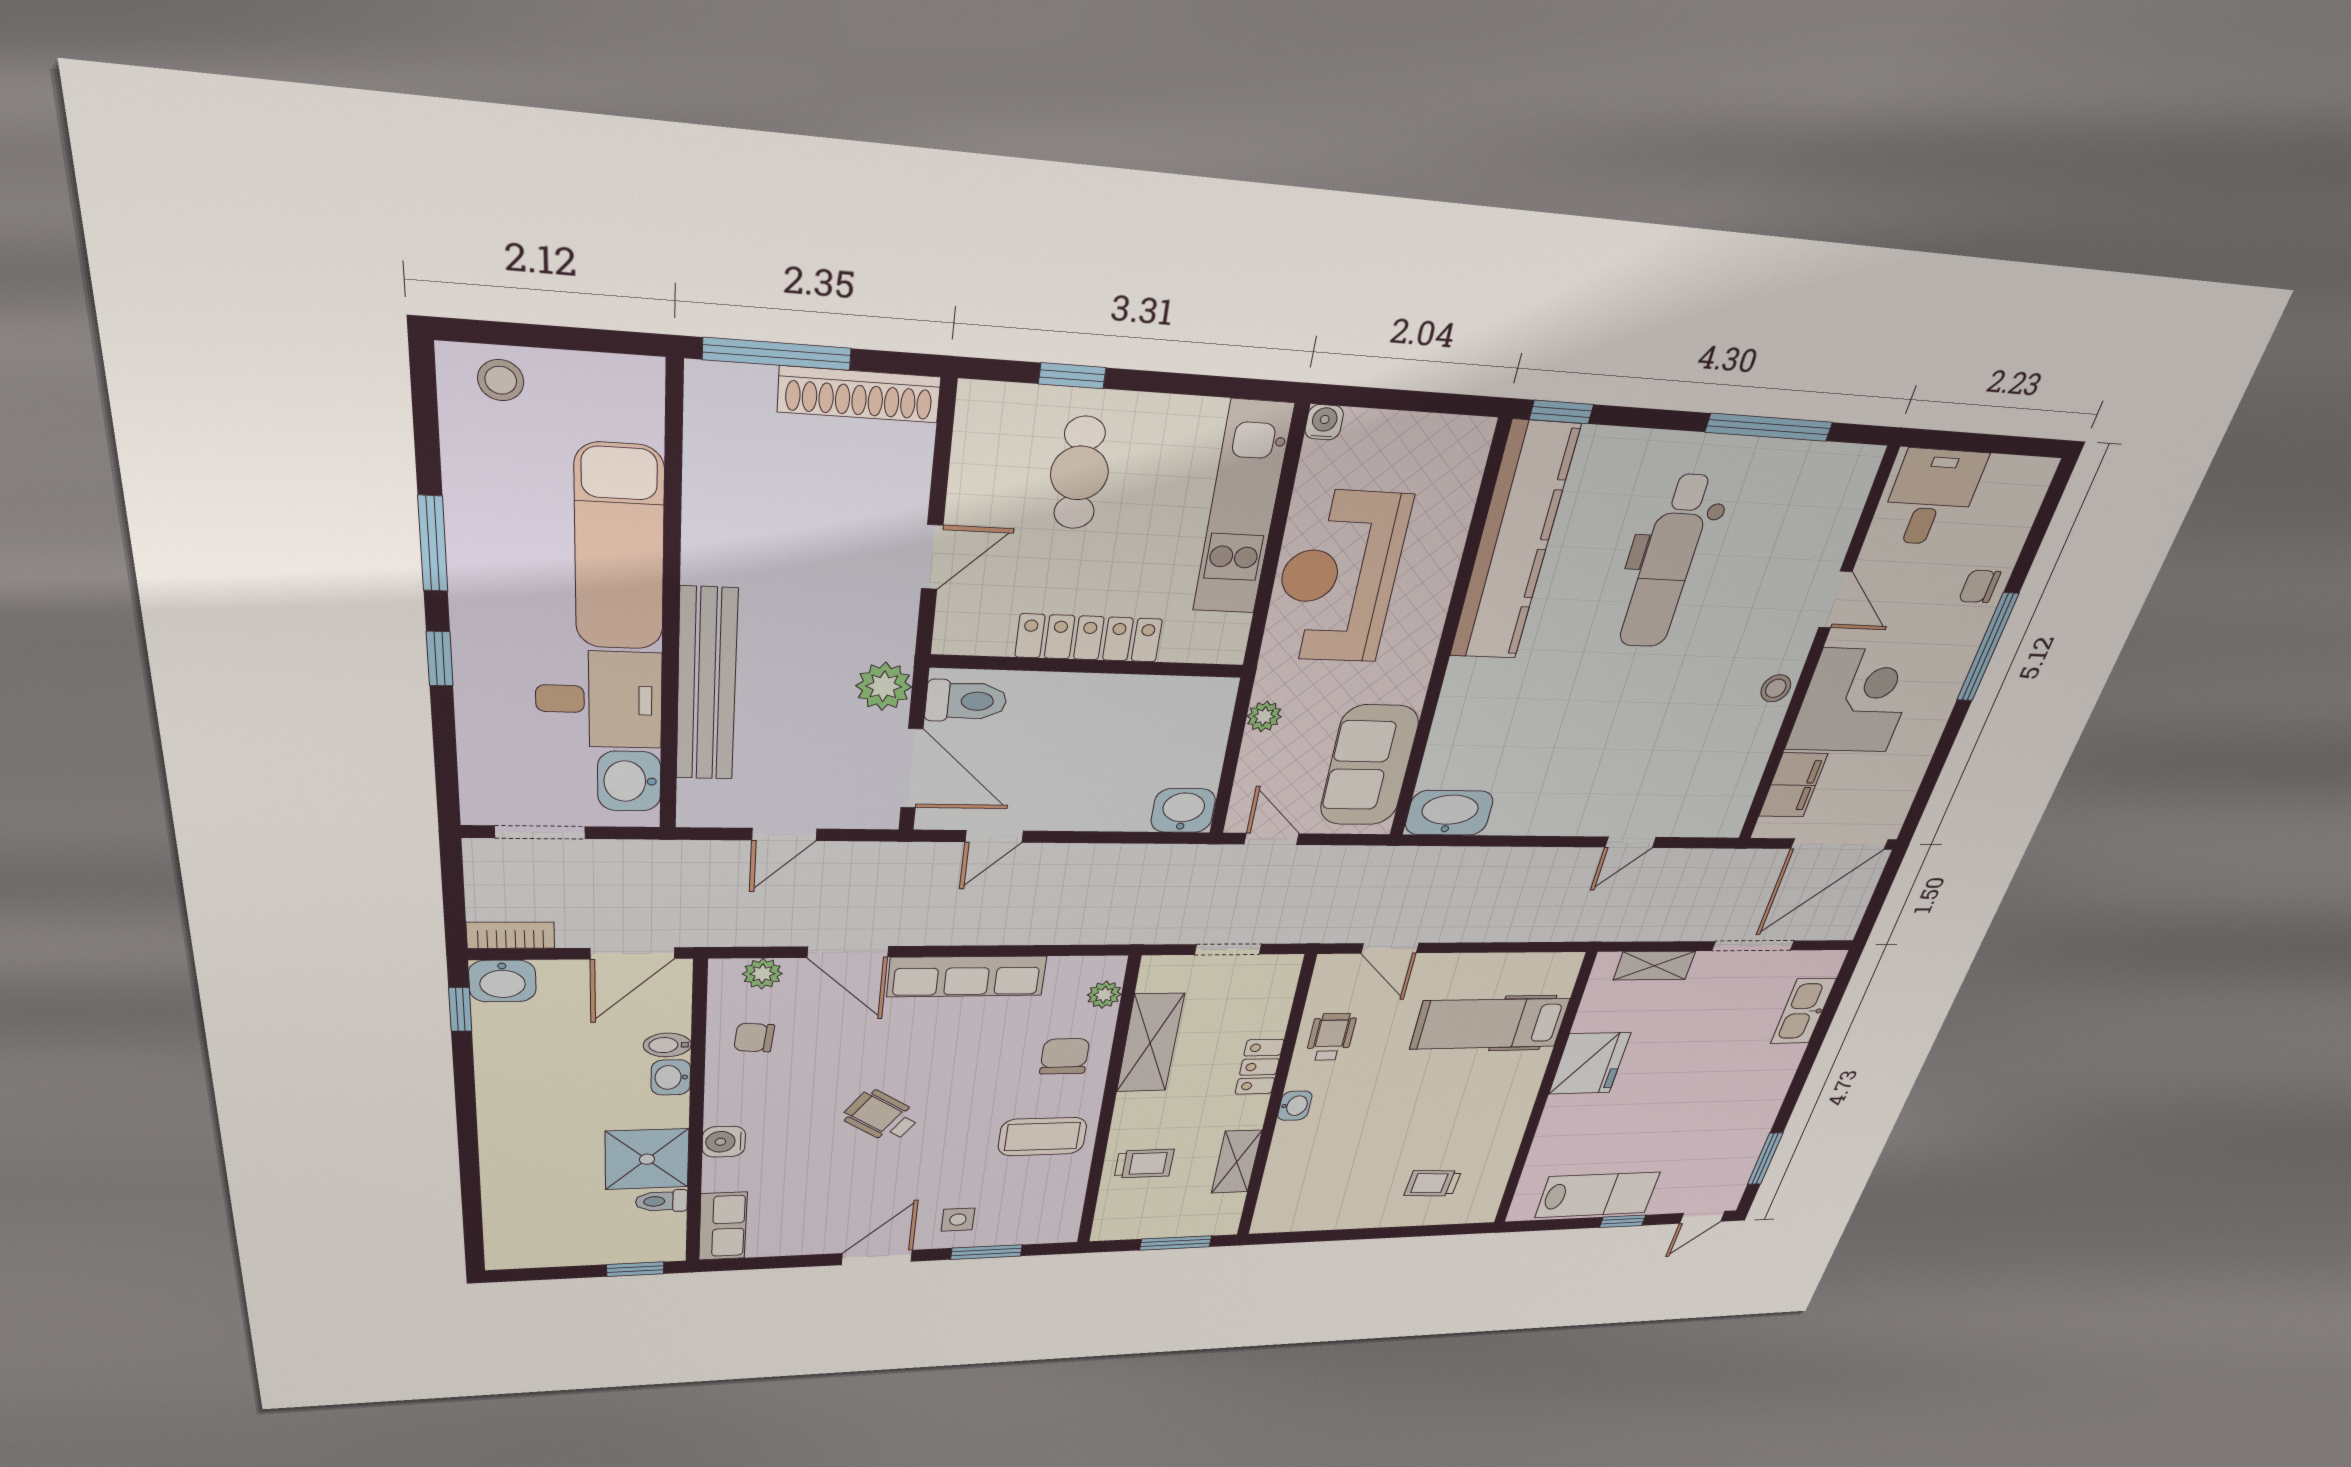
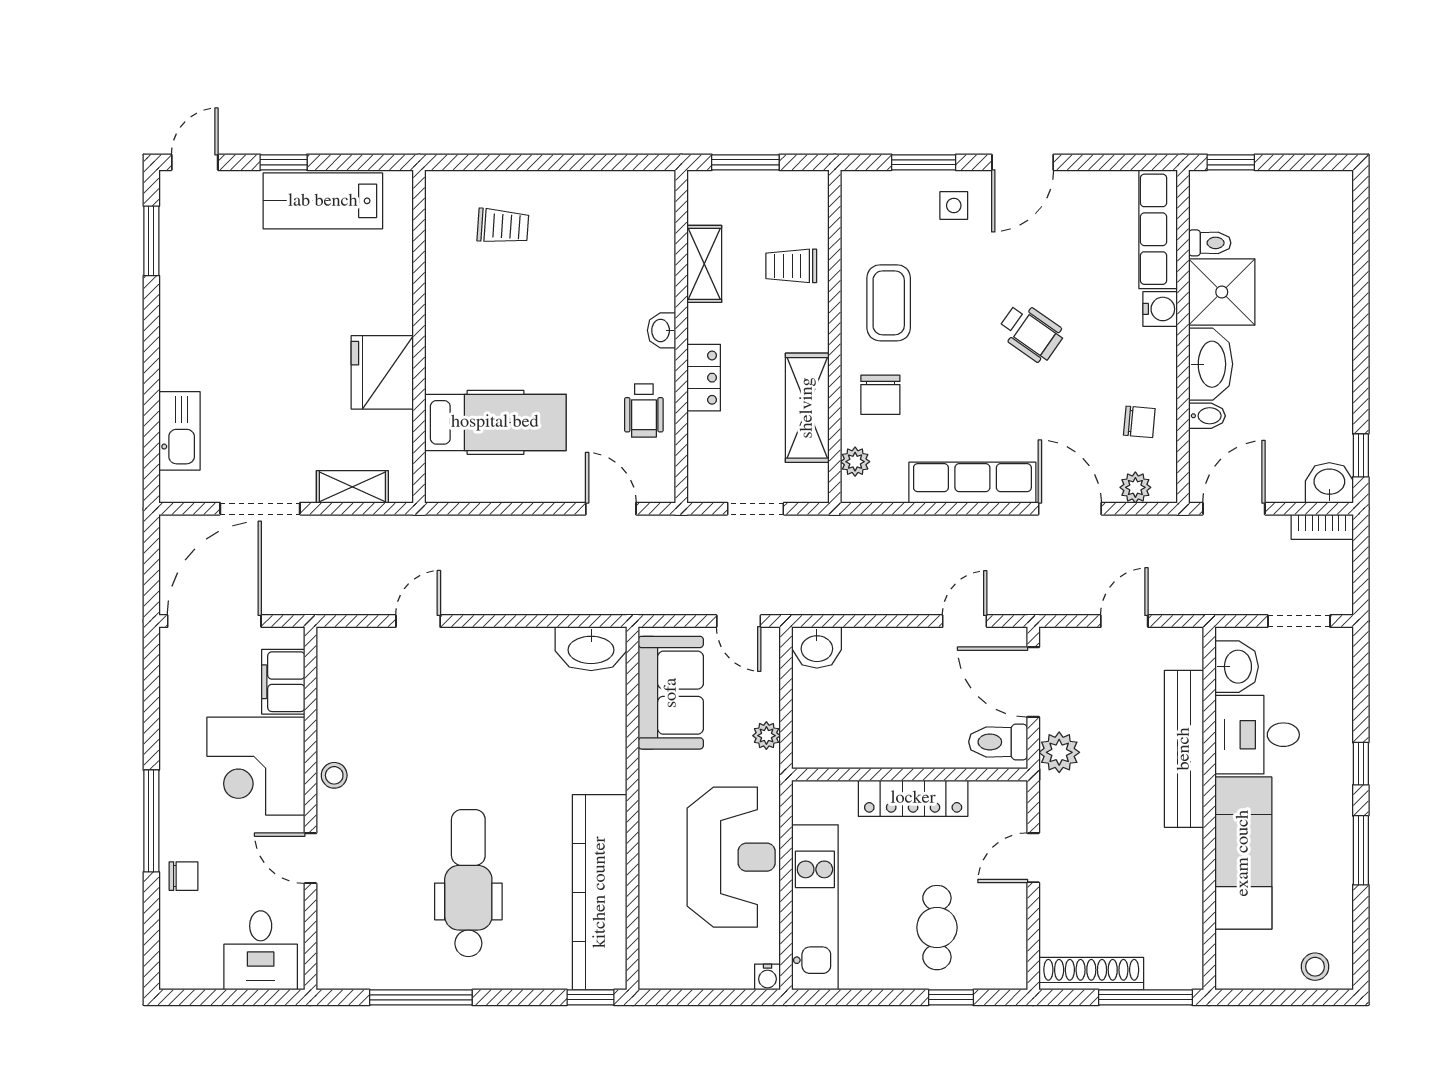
washbasin: (671, 1077) -> (1211, 364), width x1.91, depth x1.45
coffee table: (1042, 1137) -> (889, 303), turned 90
row of seats: (723, 1226) -> (1158, 229), width x1.48

